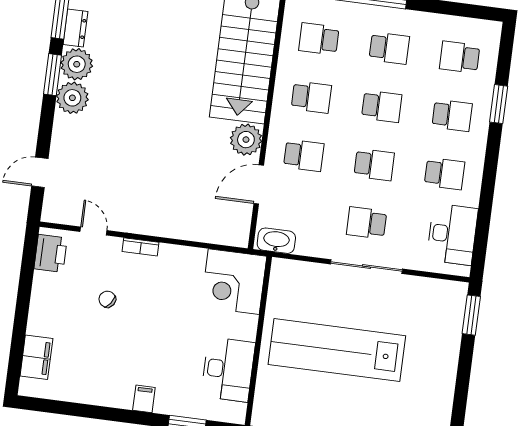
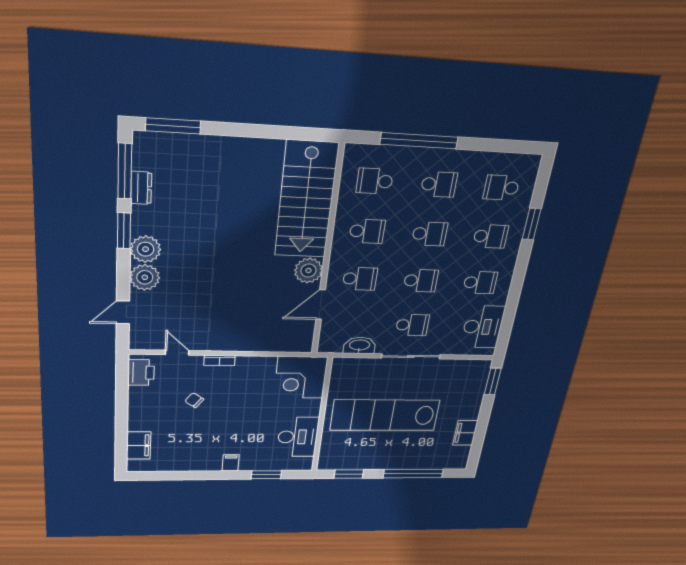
plant: (77, 64) -> (145, 277), moved
school desk: (367, 223) -> (412, 325), turned 180
washbasin: (276, 241) -> (360, 345), moved
filing cabinet: (442, 391) -> (465, 433), added

